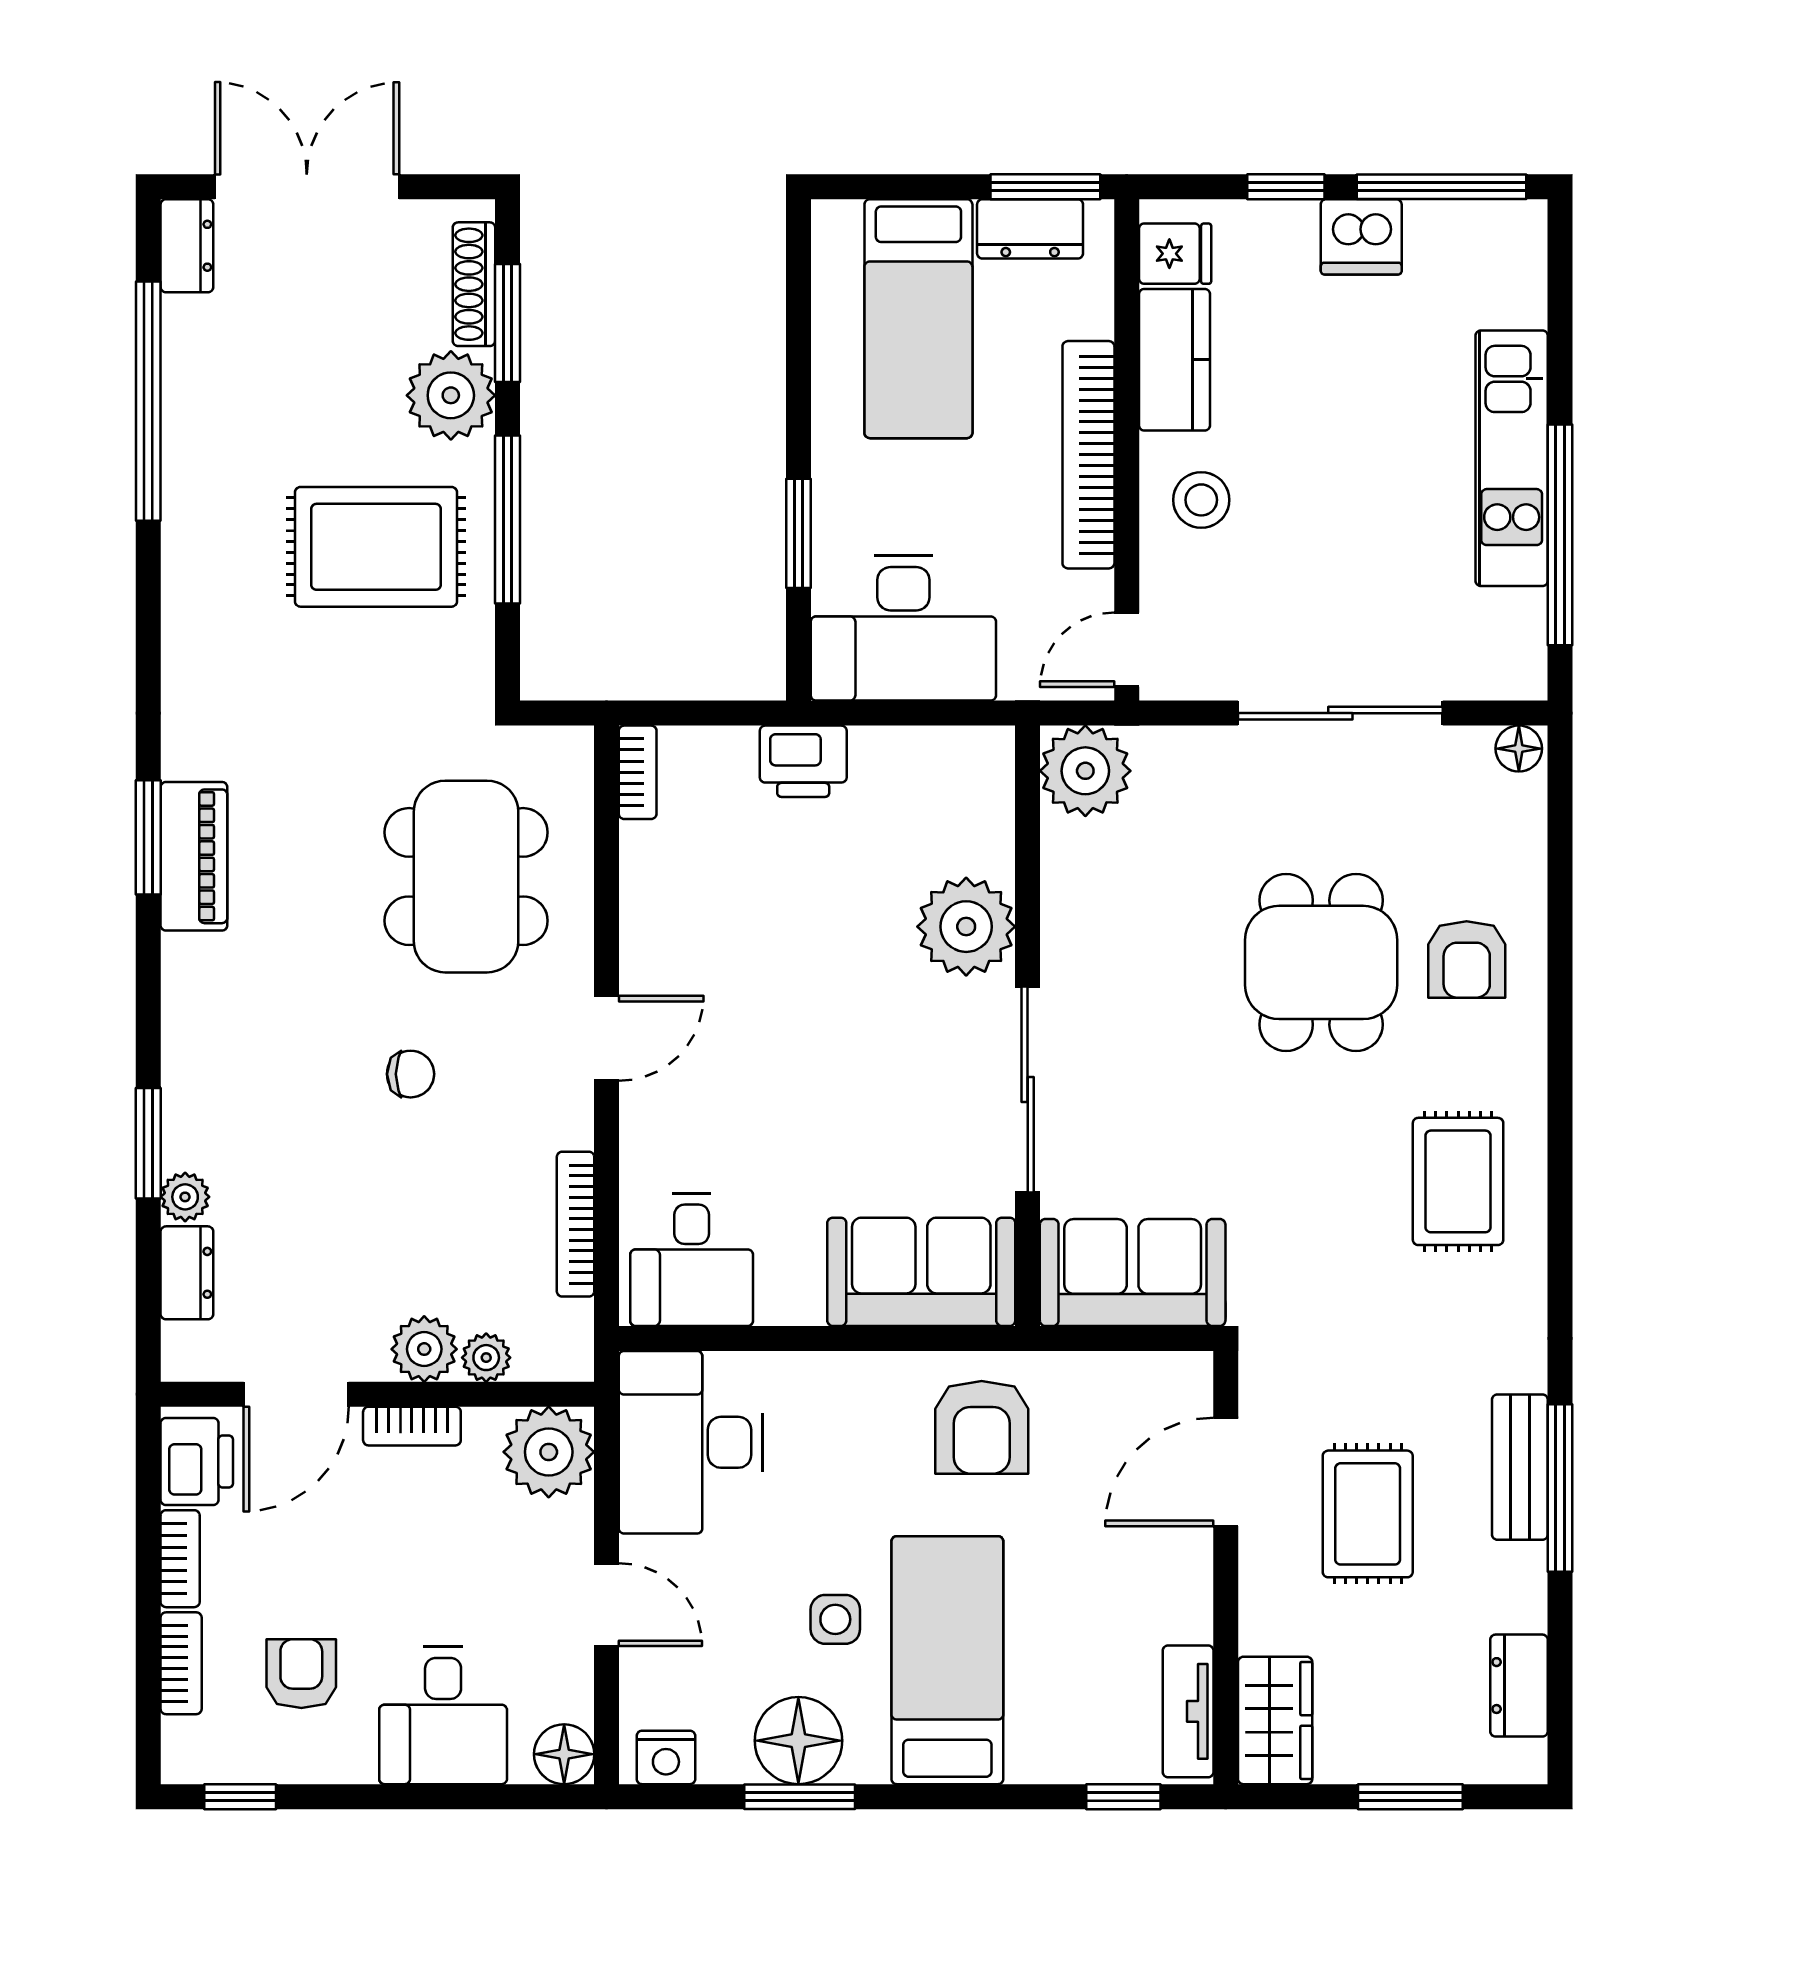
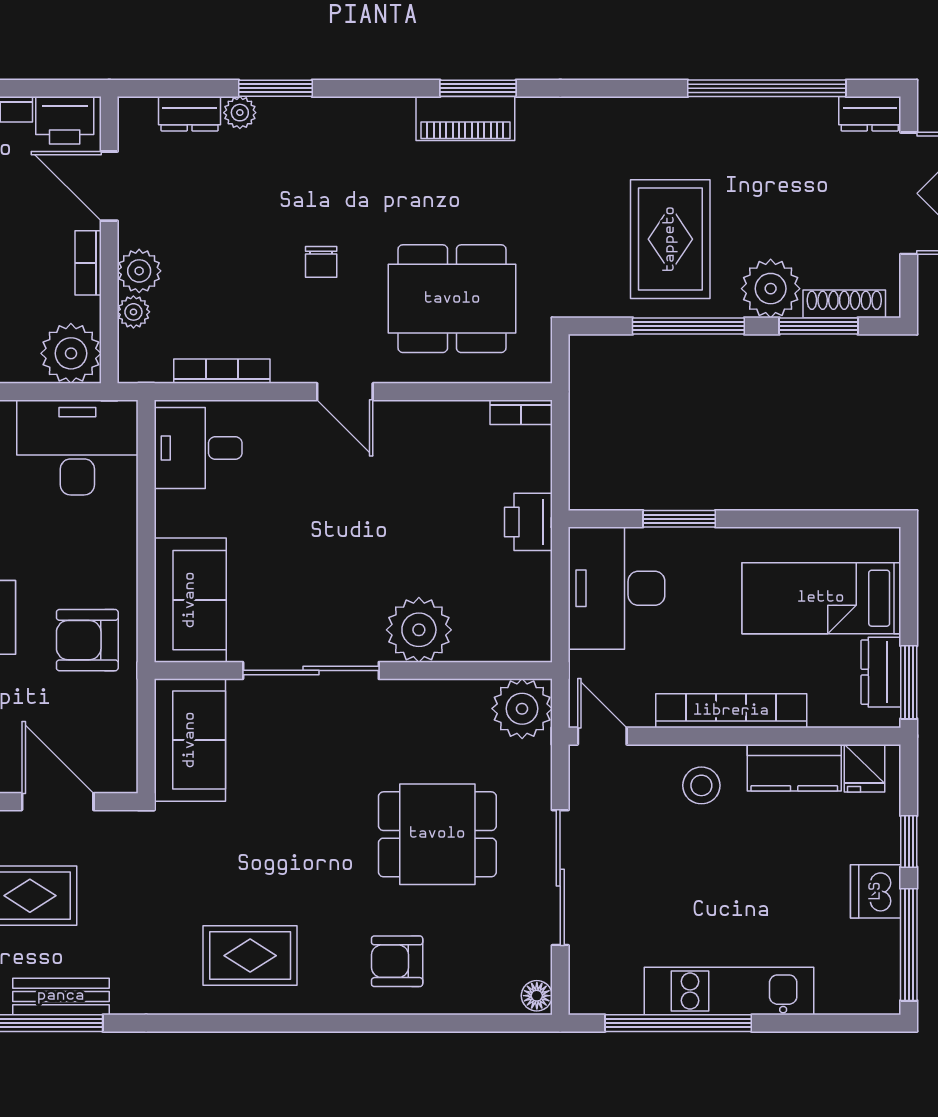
dining table: (1321, 962) -> (437, 834), moved

